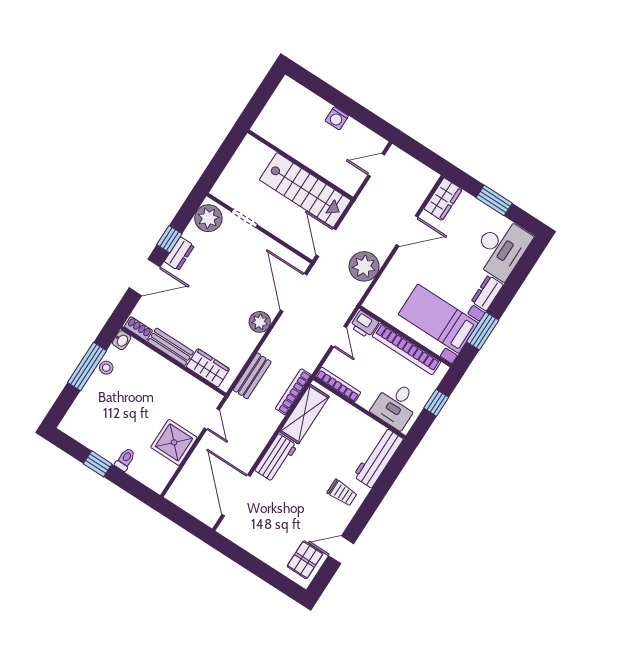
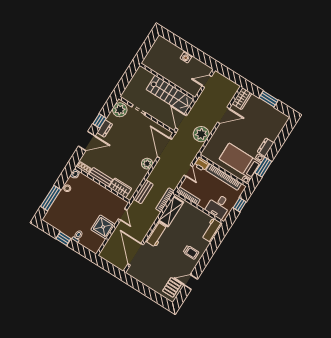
desk: (501, 248) -> (273, 124), removed
window: (87, 367) -> (51, 198), moved
workbench: (378, 458) -> (212, 230), width x0.73

